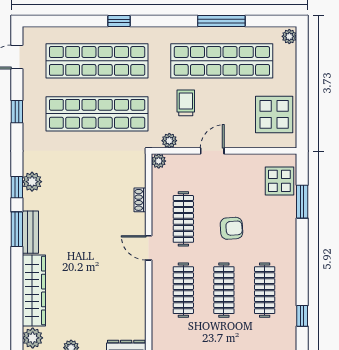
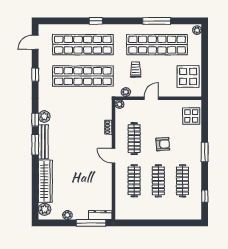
window: (302, 202) -> (205, 152), moved
bench: (30, 232) -> (43, 142), width x1.36

